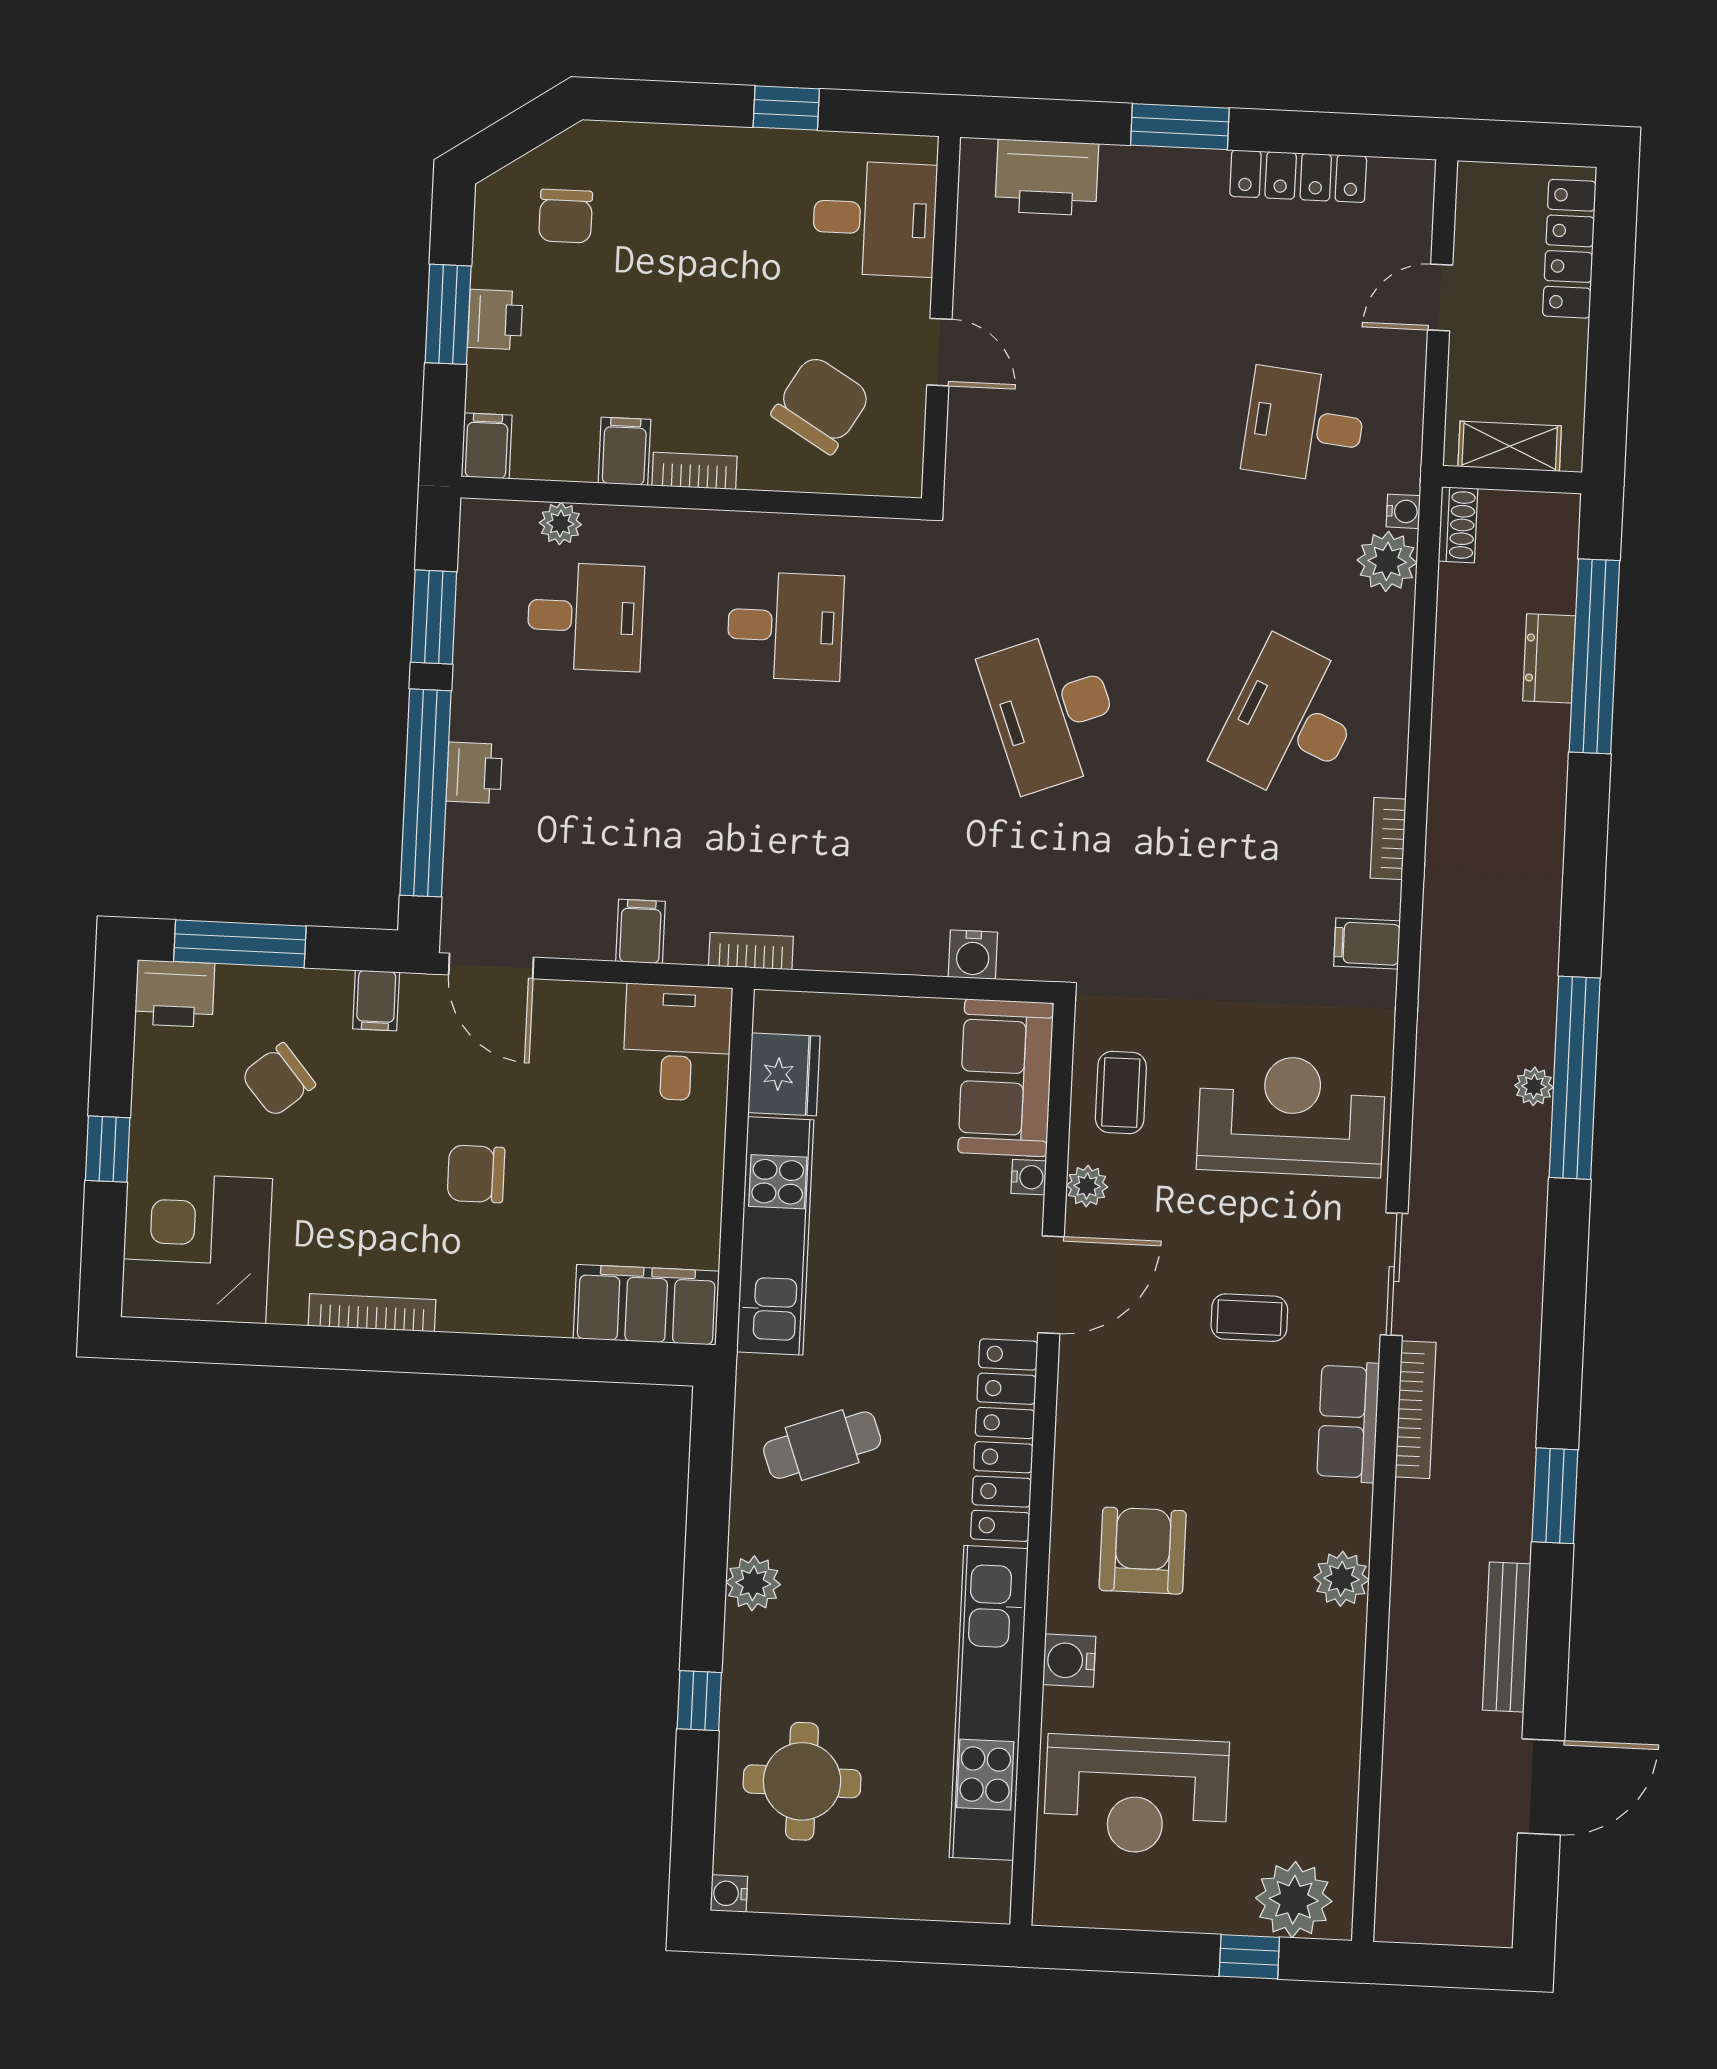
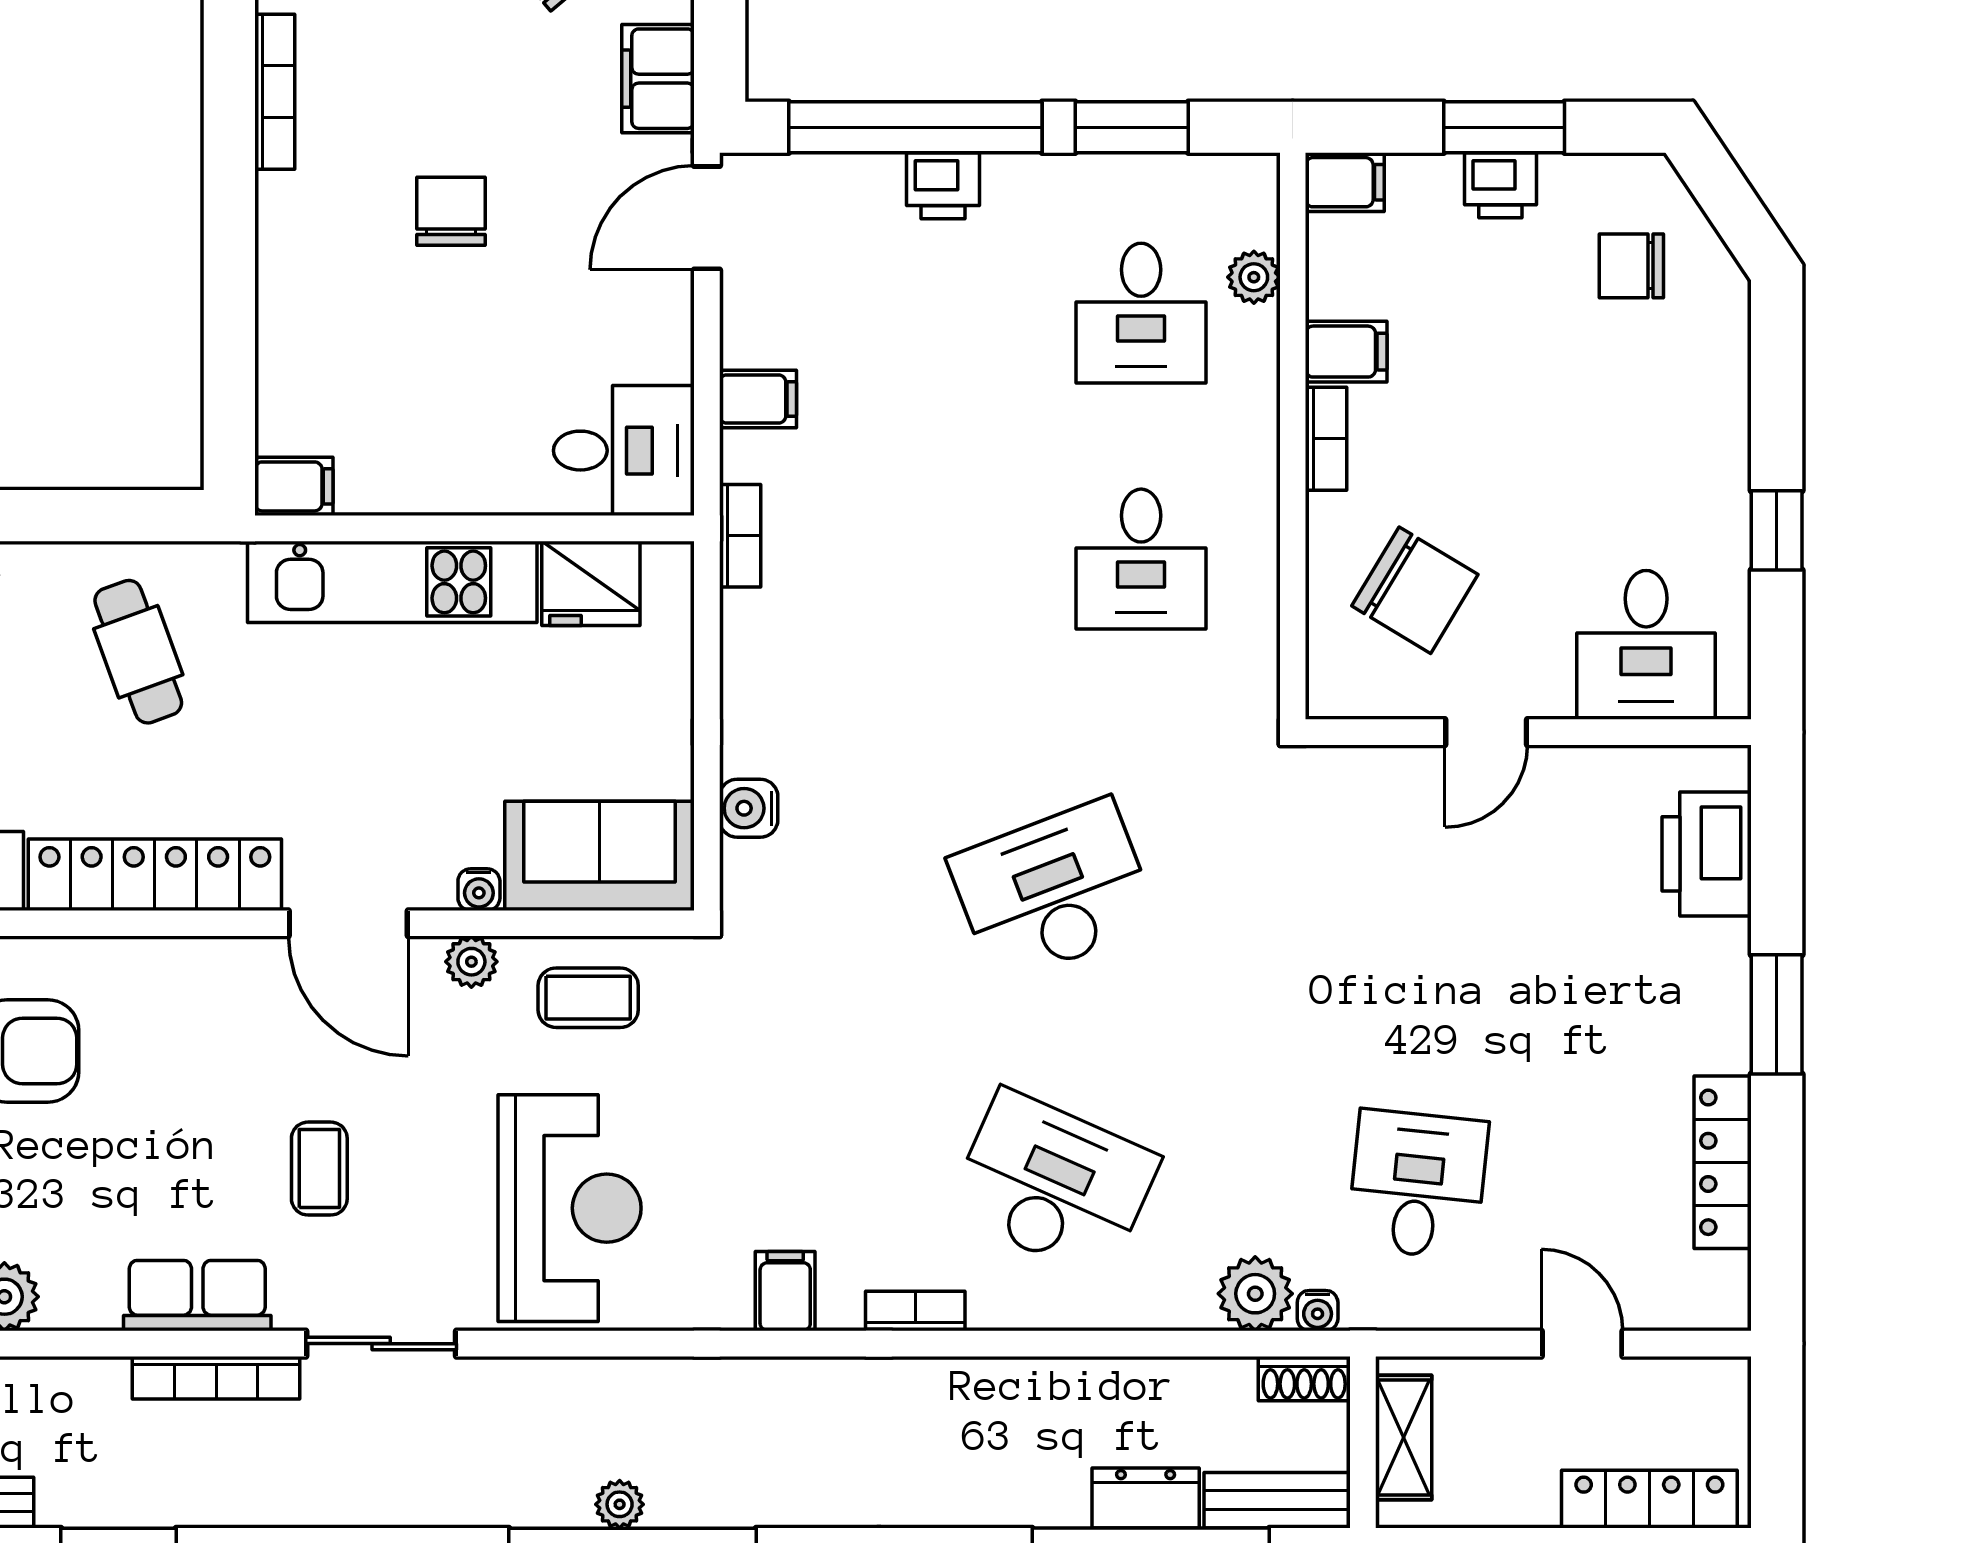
bench: (1556, 551) -> (1277, 1500), added
filing cabinet: (376, 1000) -> (658, 79), width x2.00
filing cabinet: (646, 1305) -> (294, 486), width x0.33, depth x0.86

